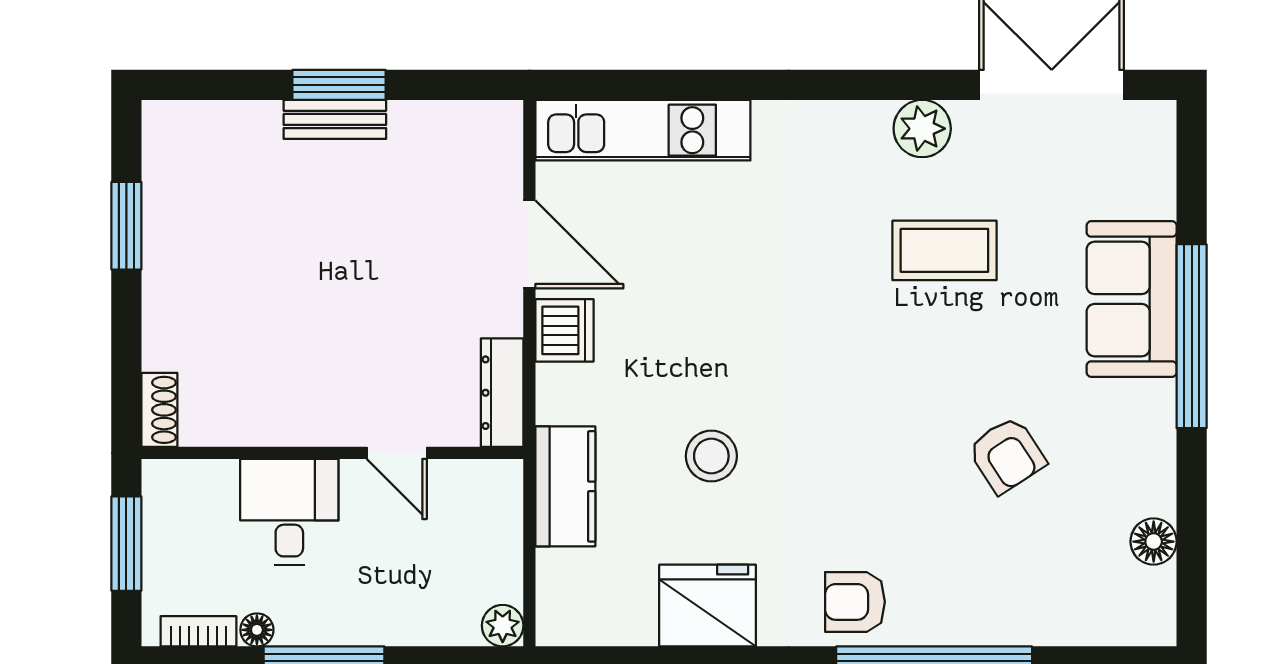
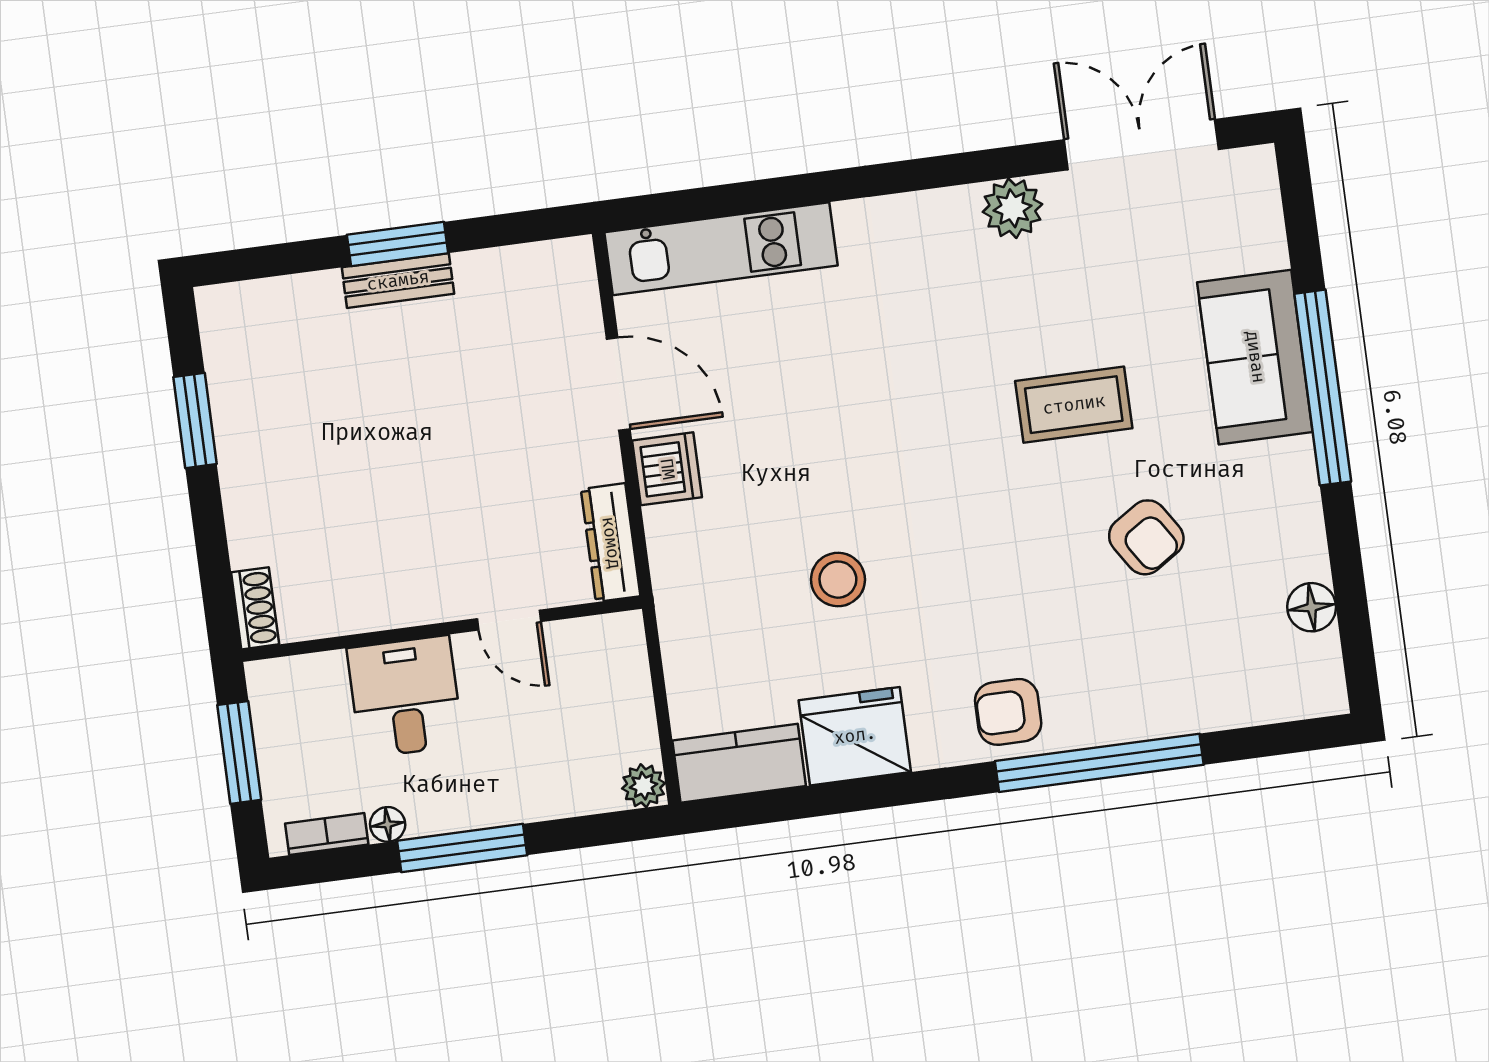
coffee table: (944, 250) -> (1074, 405), moved
kitchen counter: (565, 486) -> (739, 763), moved, turned -90

